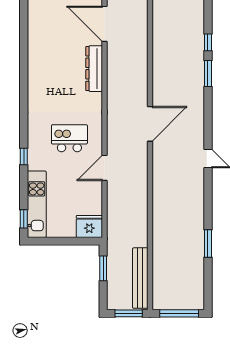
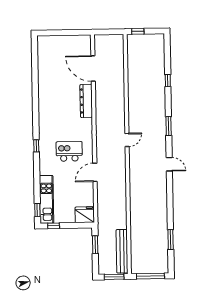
window: (208, 73) -> (169, 126), moved
door: (150, 124) -> (127, 140), width x0.53
window: (24, 156) -> (36, 146), moved
window: (46, 241) -> (54, 226), added
window: (208, 244) -> (171, 240), moved

